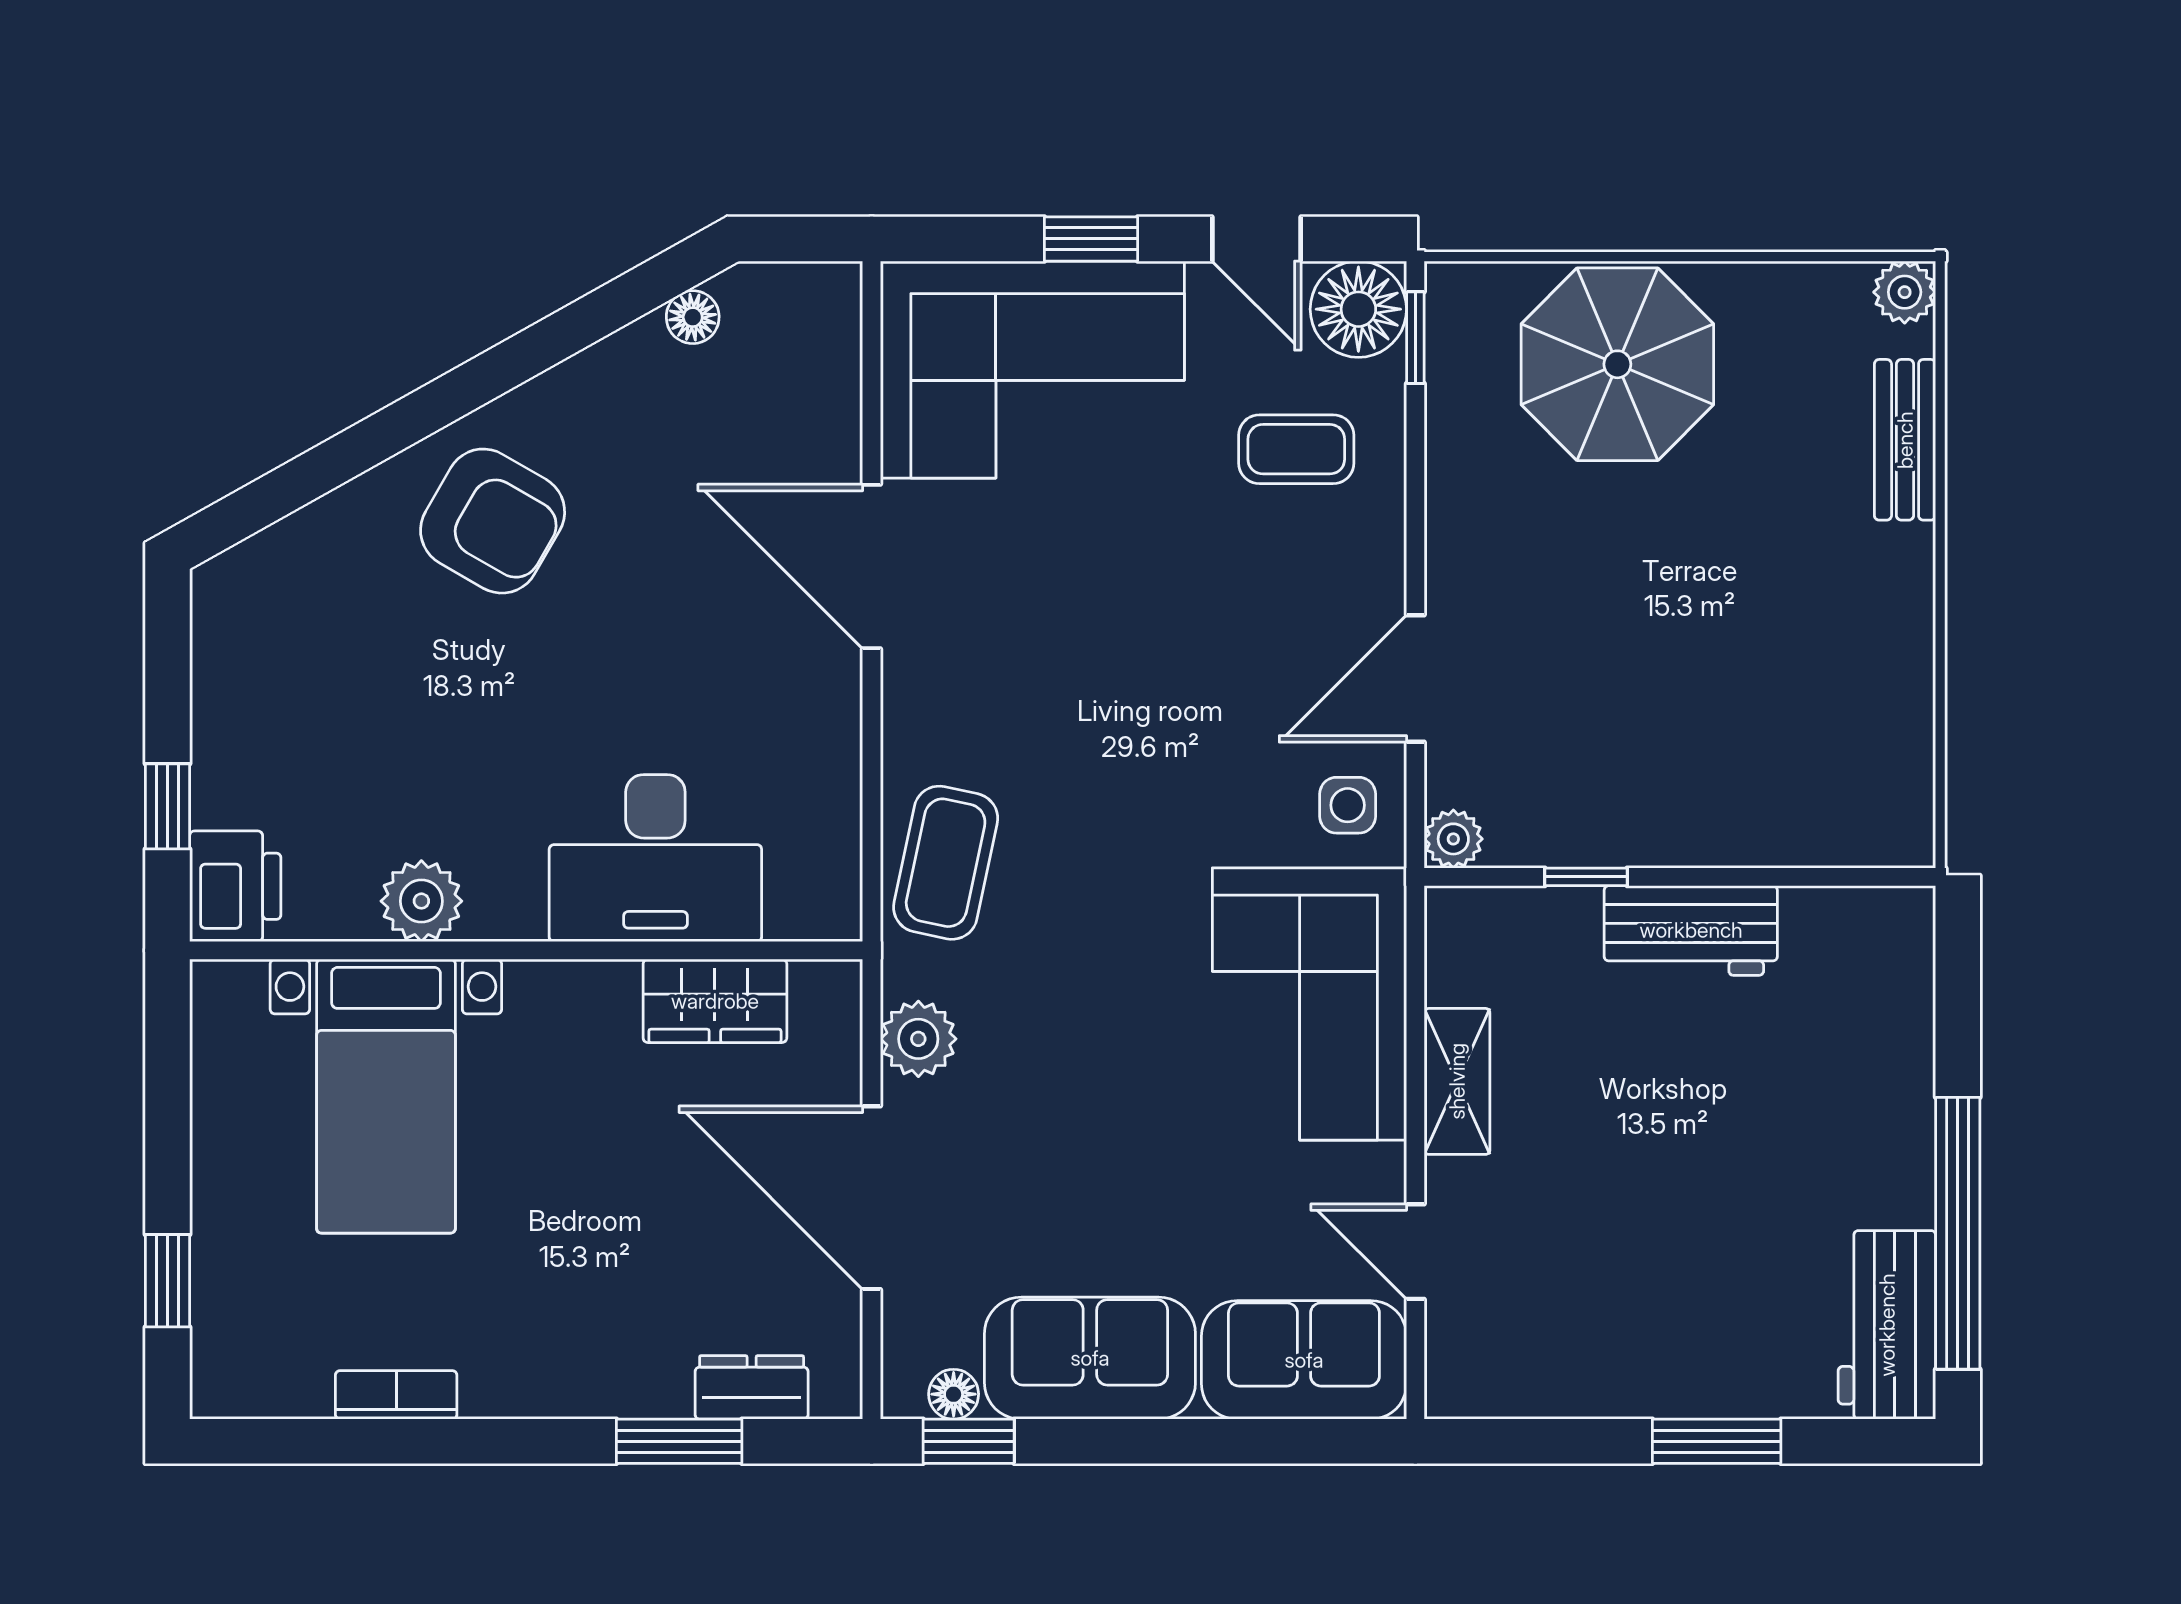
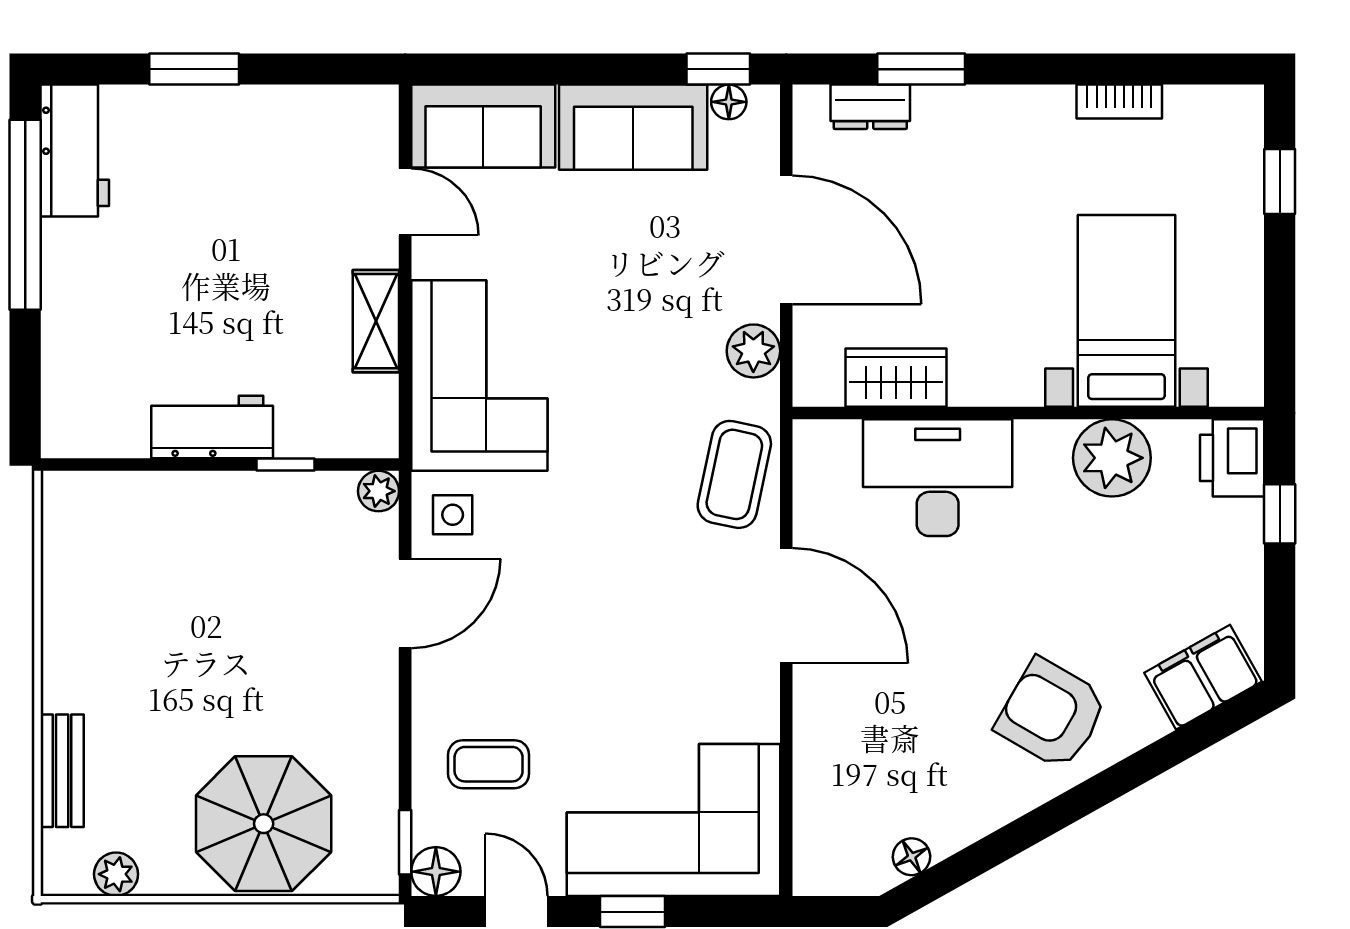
plant: (1905, 292) -> (116, 874), moved
floor lamp: (1358, 309) -> (436, 872), width x0.73, depth x0.73
door: (872, 567) -> (786, 606), moved
filing cabinet: (277, 573) -> (1203, 677), added
plant: (421, 901) -> (1112, 458), width x1.36, depth x1.36

